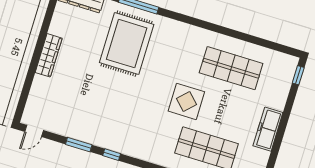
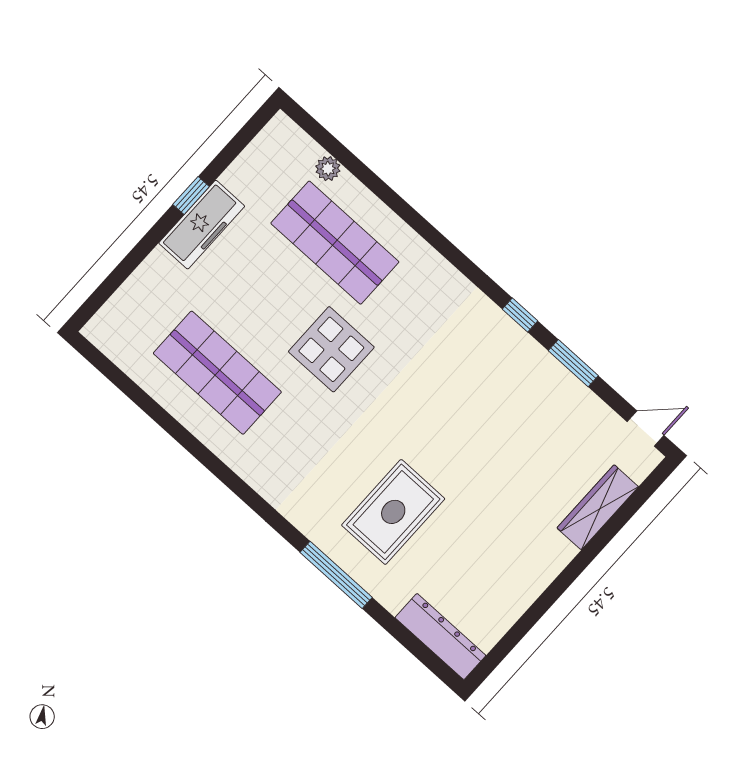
rug: (127, 44) -> (393, 512), width x0.73, depth x0.69
wardrobe: (49, 55) -> (598, 507), moved
window: (298, 75) -> (191, 196), moved

